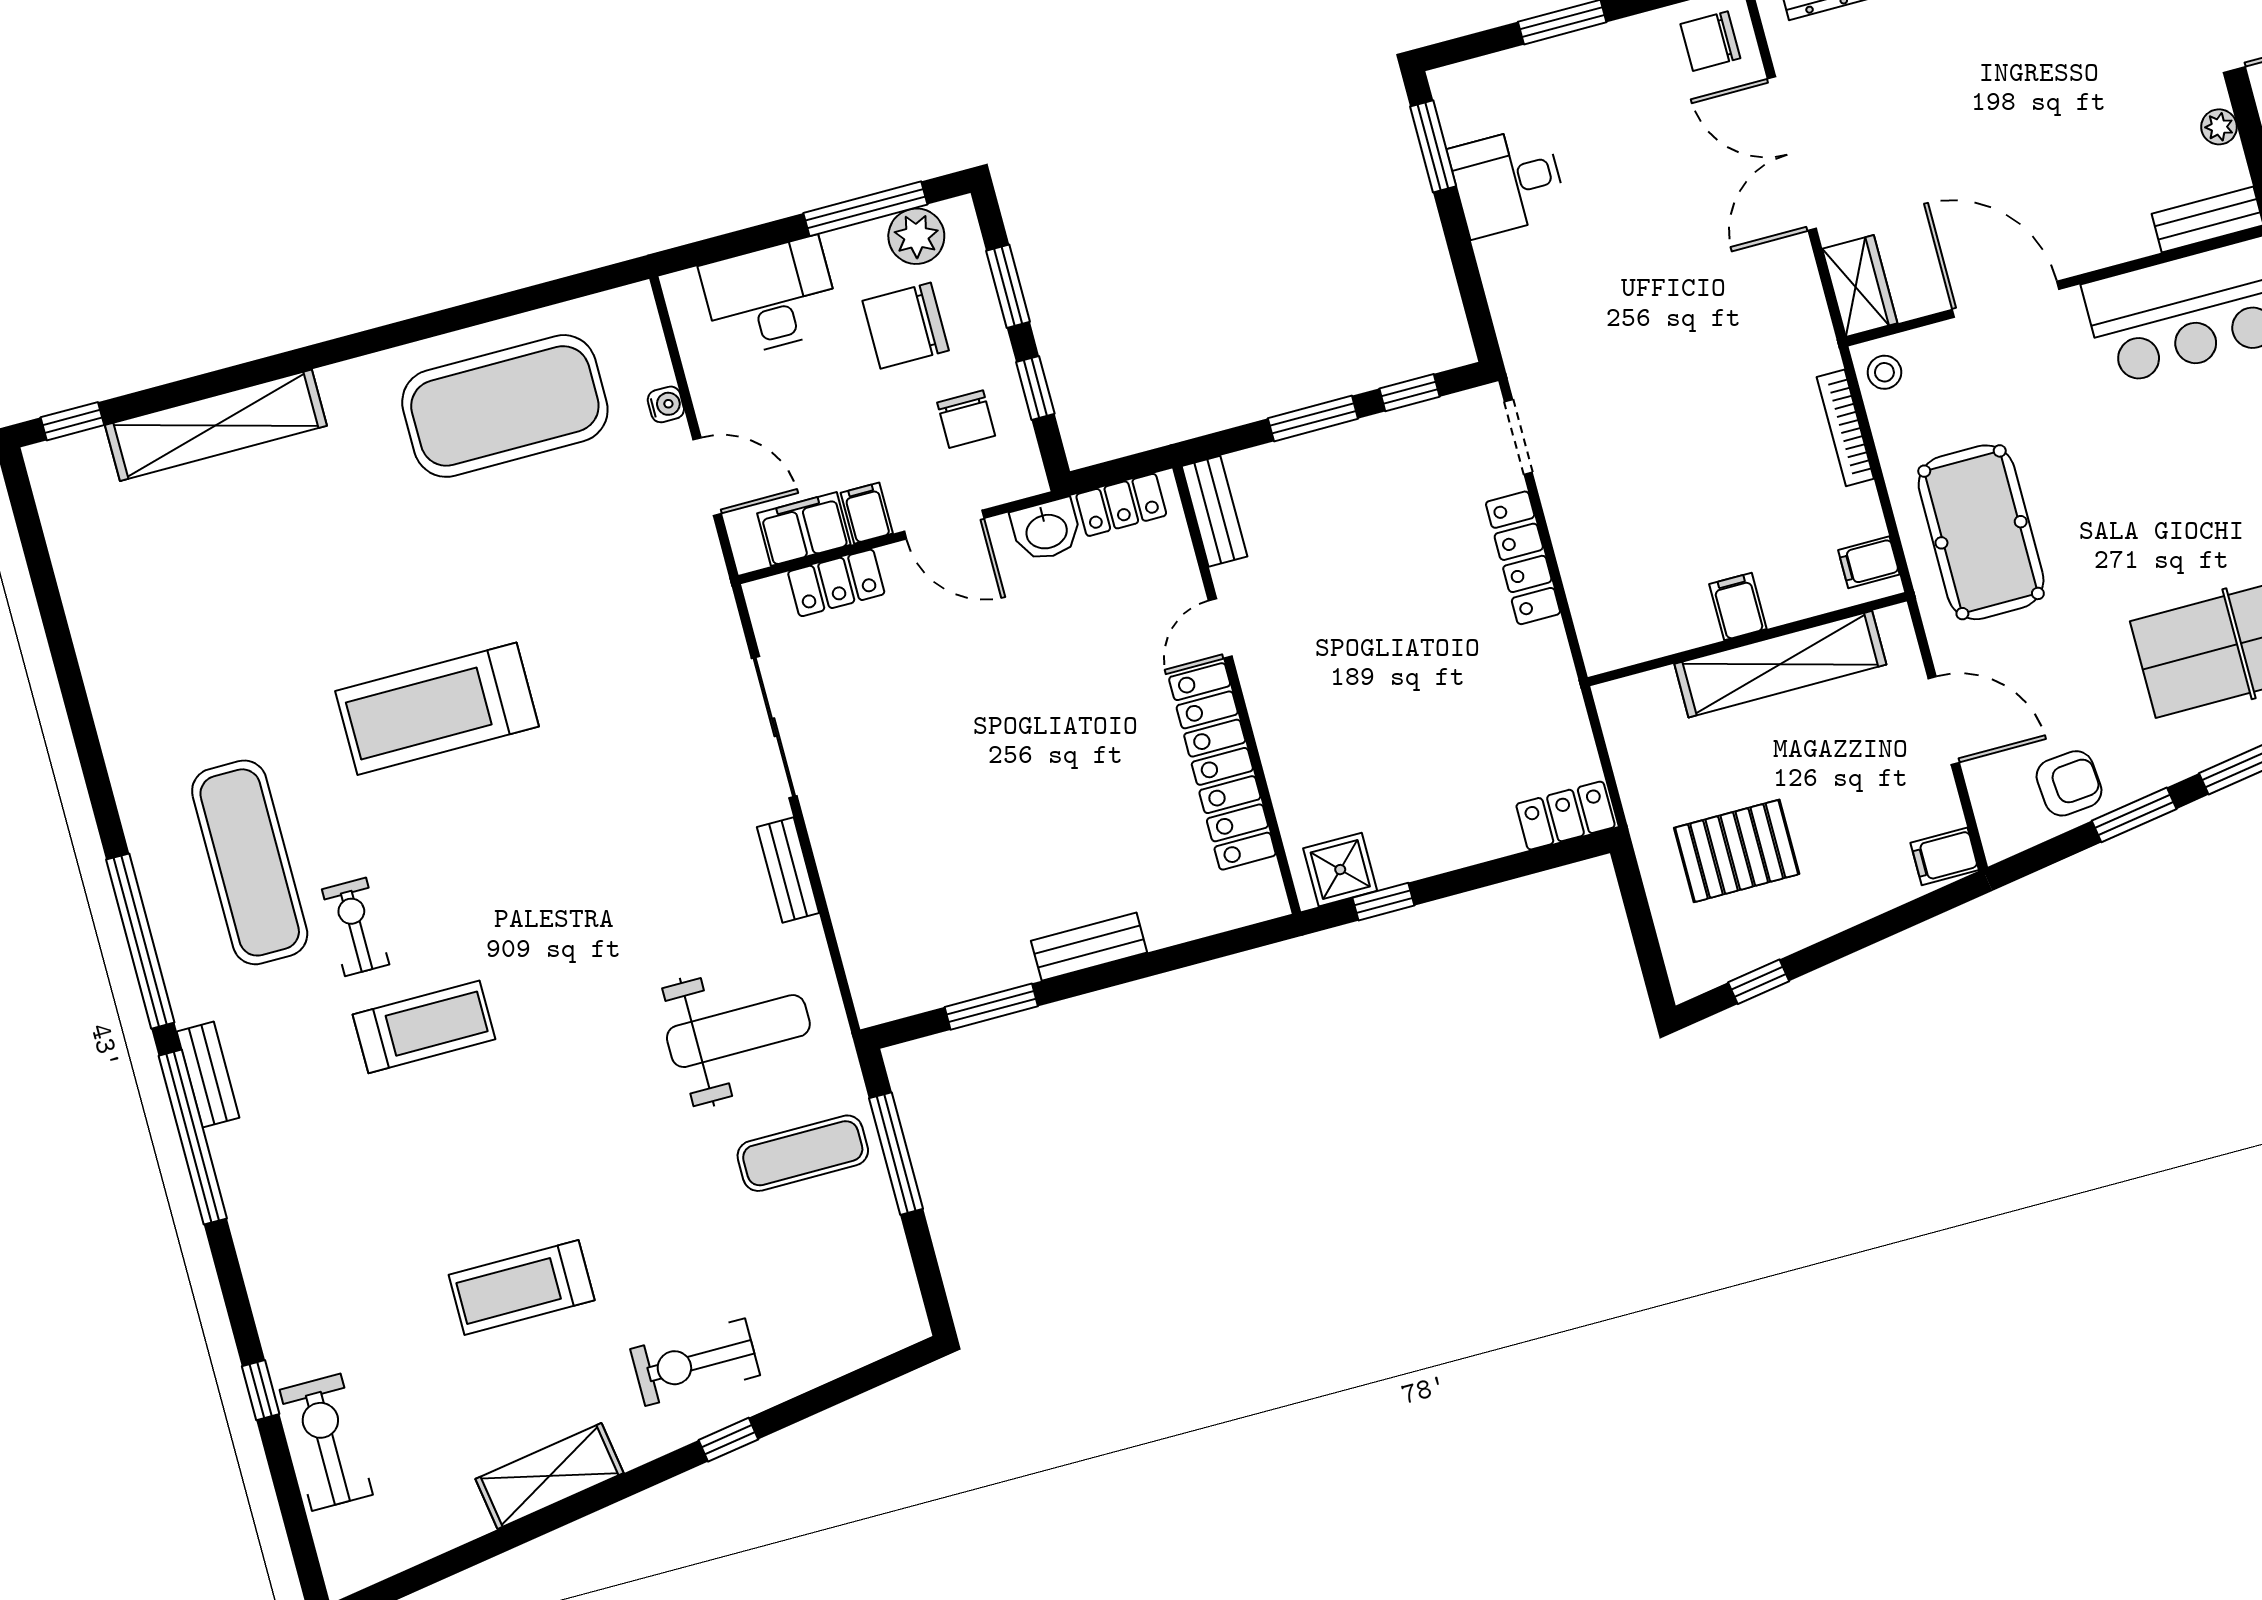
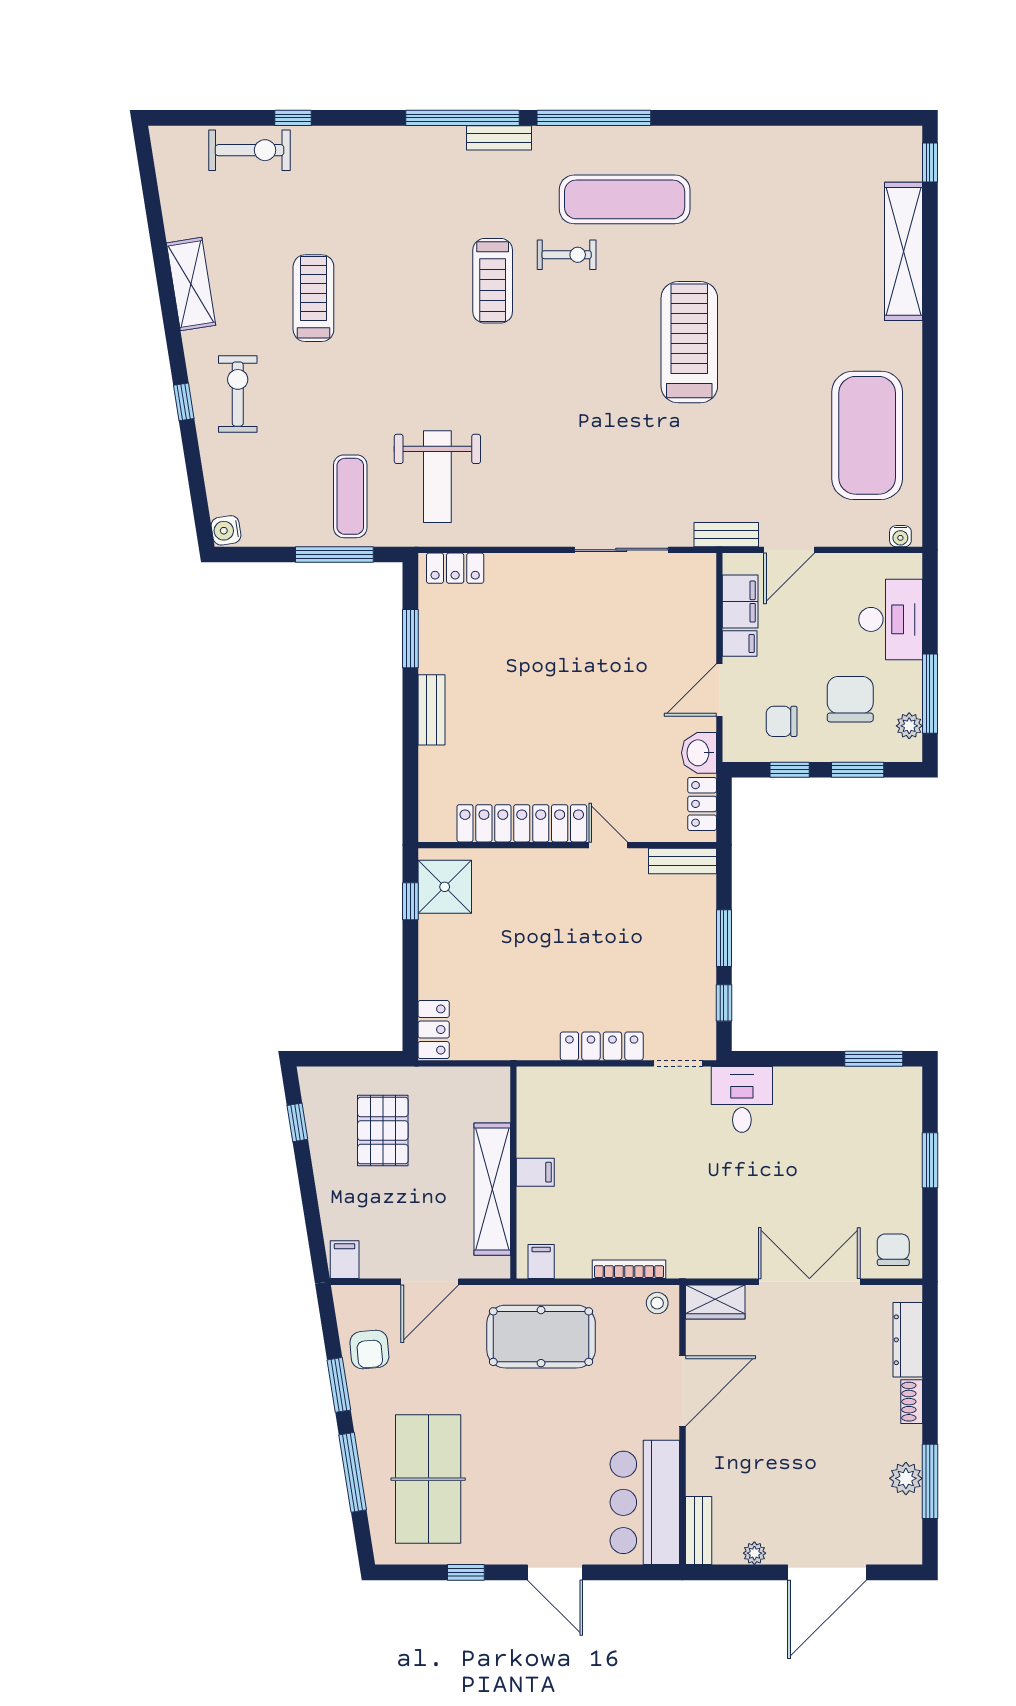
desk: (1508, 182) -> (742, 1099), moved
plant: (916, 236) -> (909, 726), width x0.73, depth x0.73
water cooler: (666, 404) -> (900, 536), moved
locker: (836, 583) -> (455, 568), moved, turned -90
bench: (788, 870) -> (726, 535), moved
shower: (1340, 870) -> (445, 887), width x1.36, depth x1.36
water cooler: (903, 1325) -> (226, 530), added

